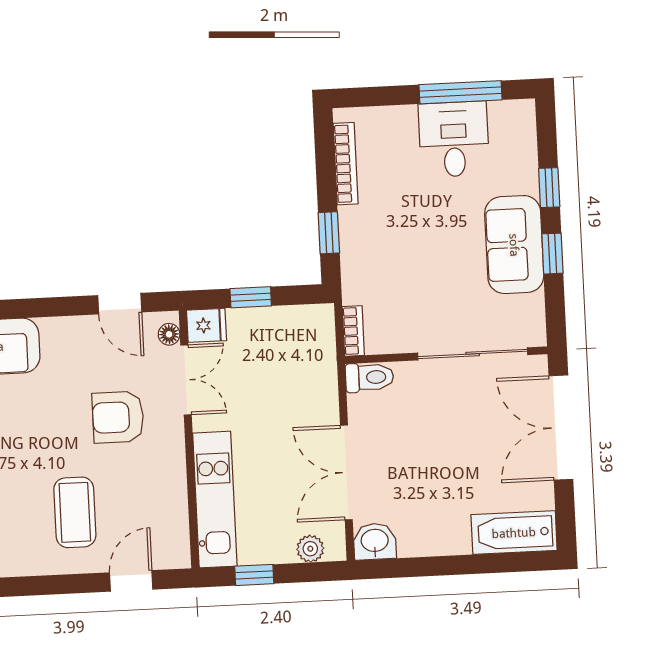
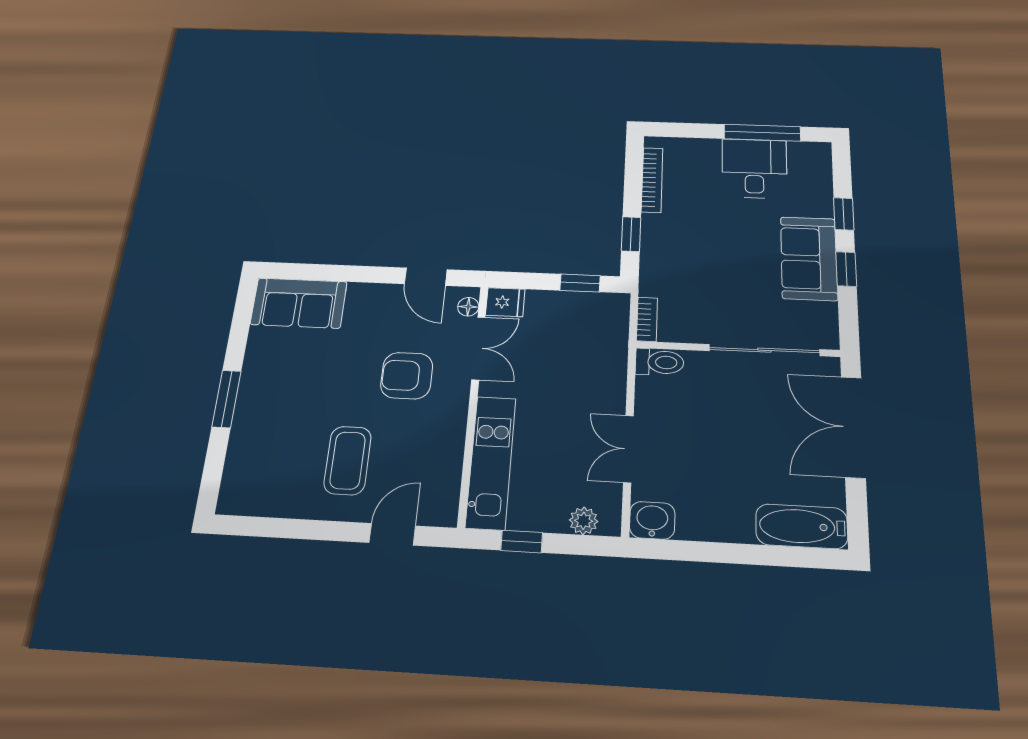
window: (251, 297) -> (580, 283), moved
double door: (346, 472) -> (628, 449), width x0.73

